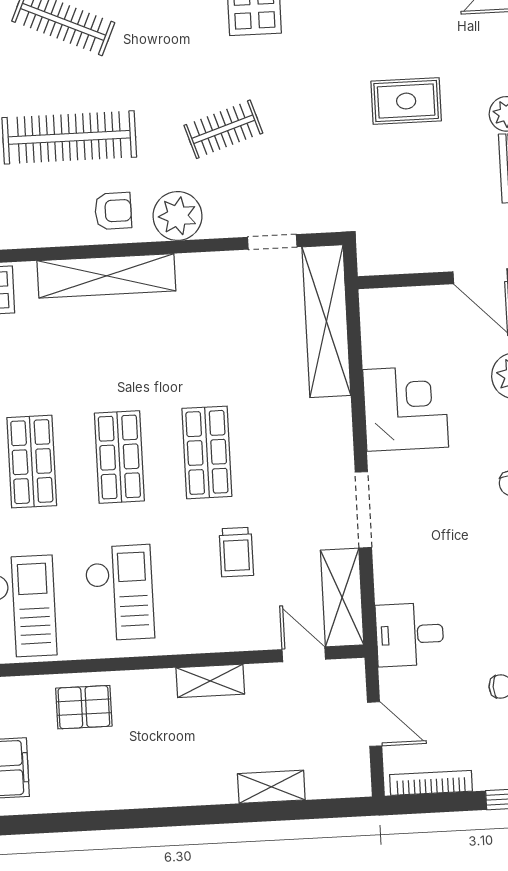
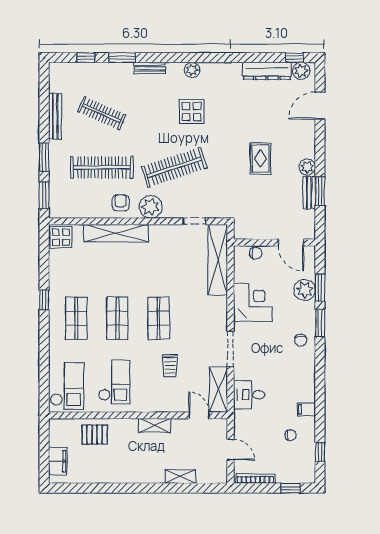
rug: (406, 101) -> (261, 159), turned 90
clothes rail: (223, 129) -> (174, 167), width x1.86, depth x1.31
armchair: (113, 211) -> (121, 203), turned -90
chair: (406, 303) -> (256, 253), added
desk: (410, 635) -> (249, 395), moved

